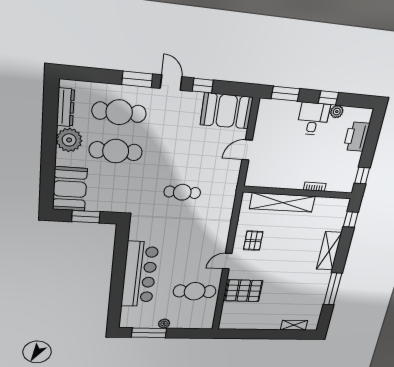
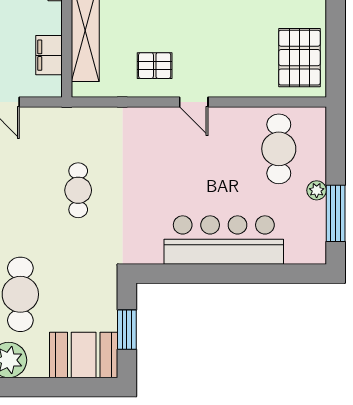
filing cabinet: (272, 180) -> (49, 55), added
cafe table: (195, 291) -> (279, 149), moved
pallet: (244, 291) -> (299, 58), moved

